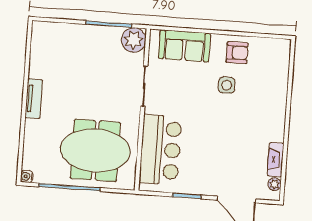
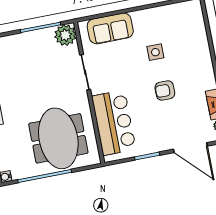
armchair: (237, 53) -> (165, 90), moved, turned 180
meeting table: (95, 150) -> (58, 138), turned 90

